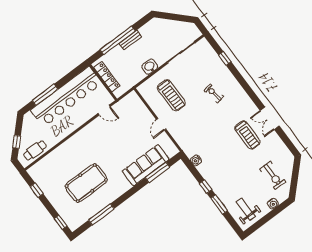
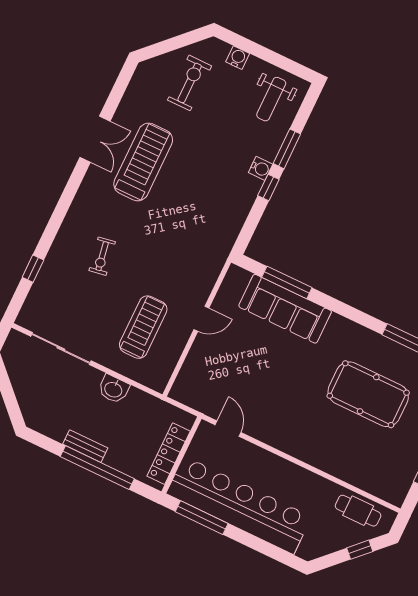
window: (45, 95) -> (202, 518), moved
treadmill: (247, 135) -> (143, 162), width x1.37, depth x1.38
water cooler: (196, 160) -> (261, 168), moved

